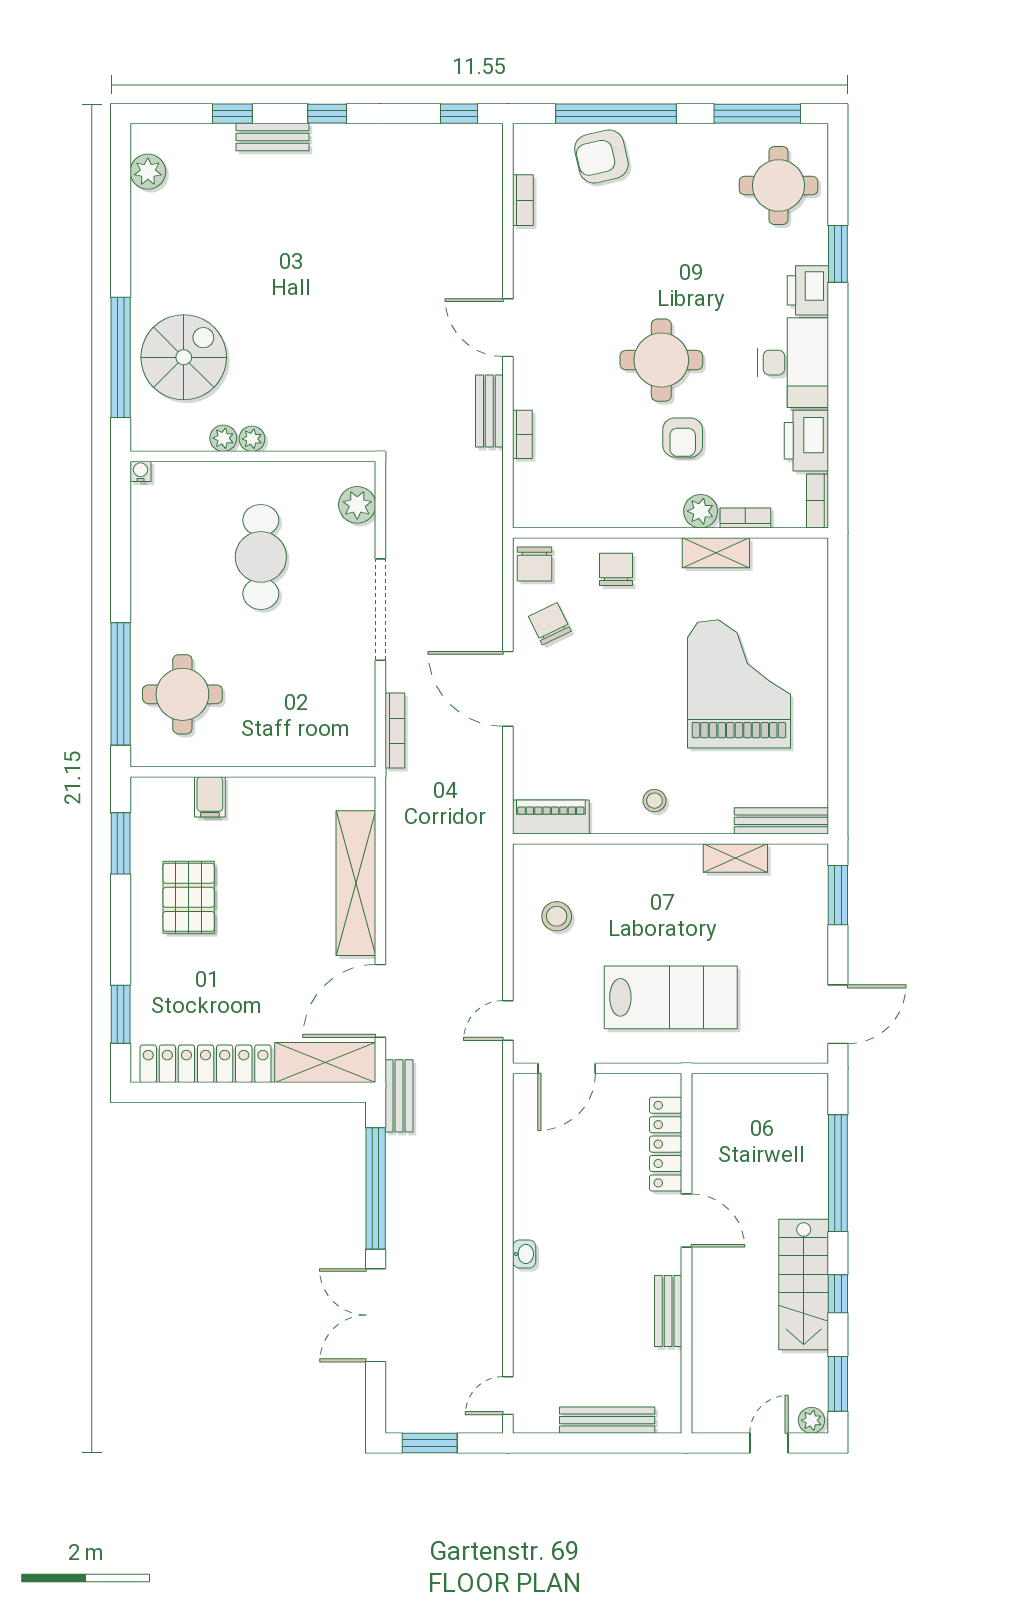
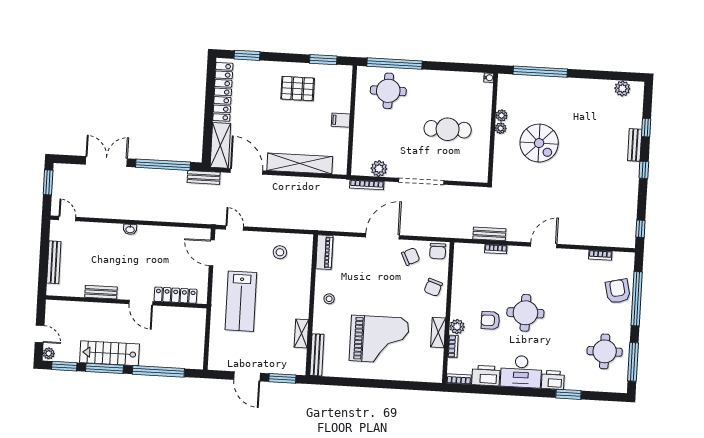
round table: (779, 186) -> (605, 351), moved
spiral stairs: (184, 357) -> (539, 143), moved
bench: (489, 411) -> (489, 234), moved
plant: (357, 505) -> (379, 169), moved
chair: (534, 564) -> (438, 251), turned -90
chair: (616, 569) -> (433, 287), turned 108
filing cabinet: (210, 797) -> (341, 120), moved
door: (838, 1014) -> (247, 376), moved
door: (686, 1220) -> (141, 303), hinge flipped
window: (838, 1294) -> (104, 368), width x2.17

